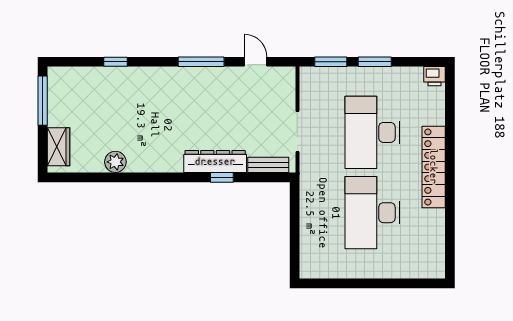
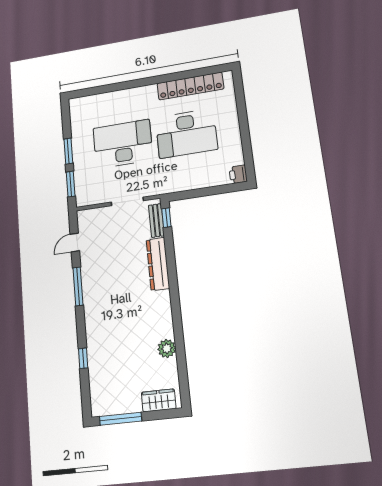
printer: (434, 76) -> (238, 174), moved, turned 180
desk: (372, 132) -> (123, 144), turned 180
locker: (434, 167) -> (190, 86), moved
window: (222, 177) -> (166, 218), moved

